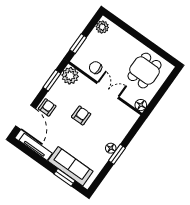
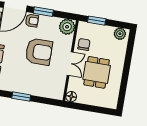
dining table: (145, 71) -> (97, 72), moved, turned 90
window: (52, 80) -> (43, 12), moved
armchair: (81, 115) -> (39, 52), width x1.88, depth x1.88
floor lamp: (111, 148) -> (24, 89), removed

